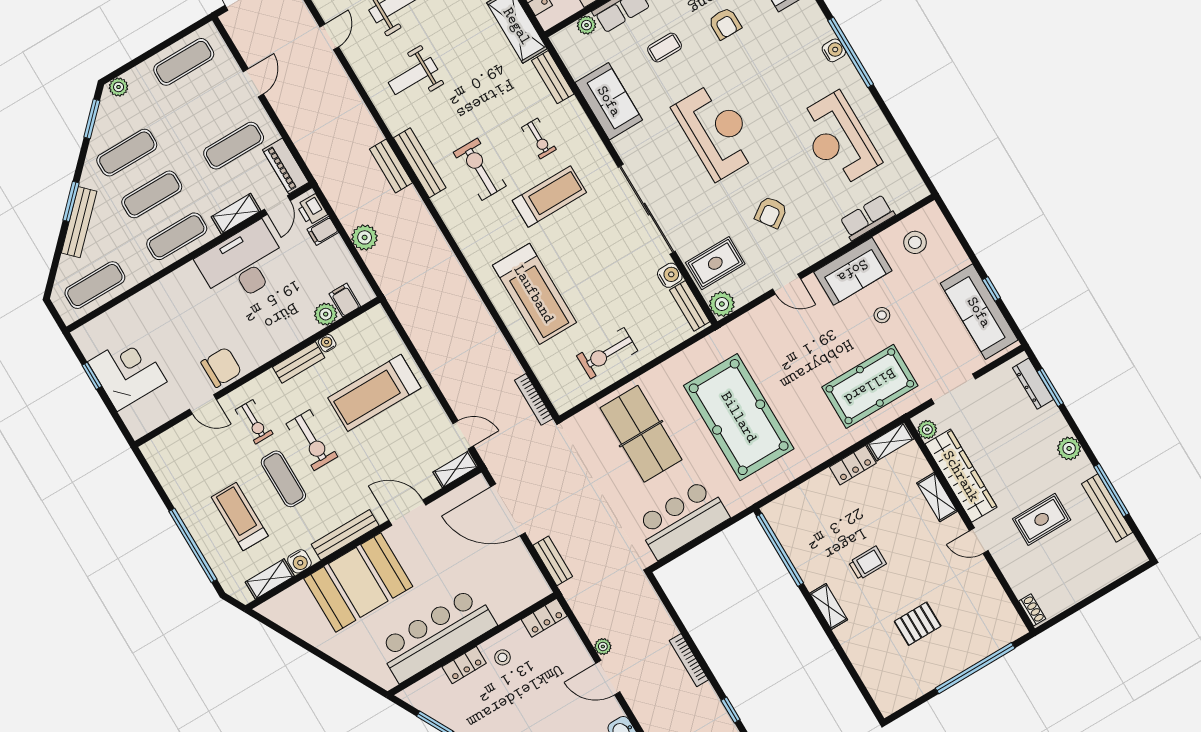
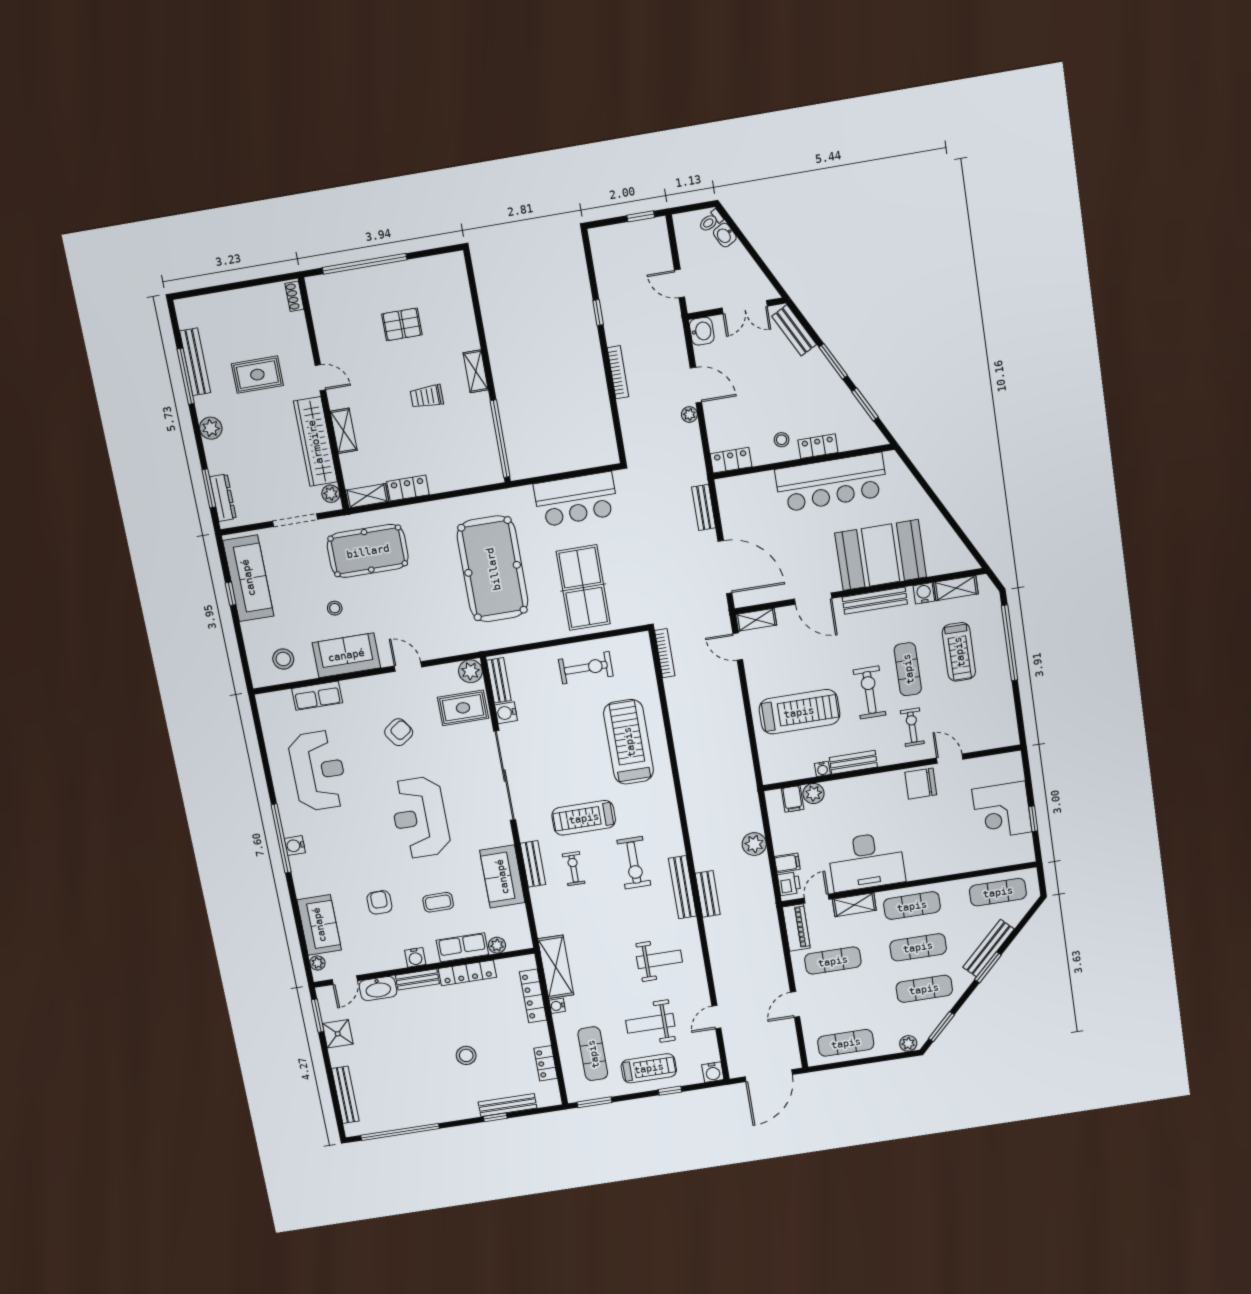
bench: (553, 77) -> (533, 864), moved

